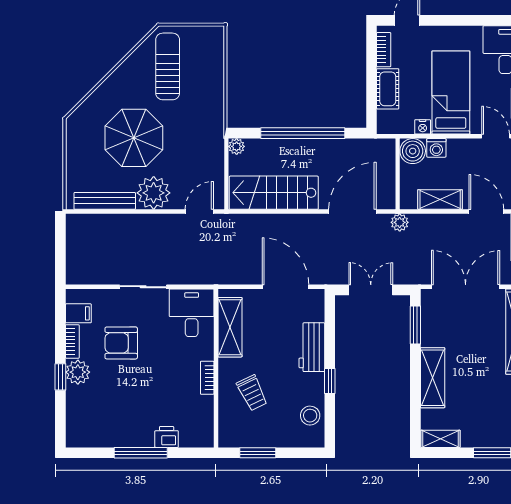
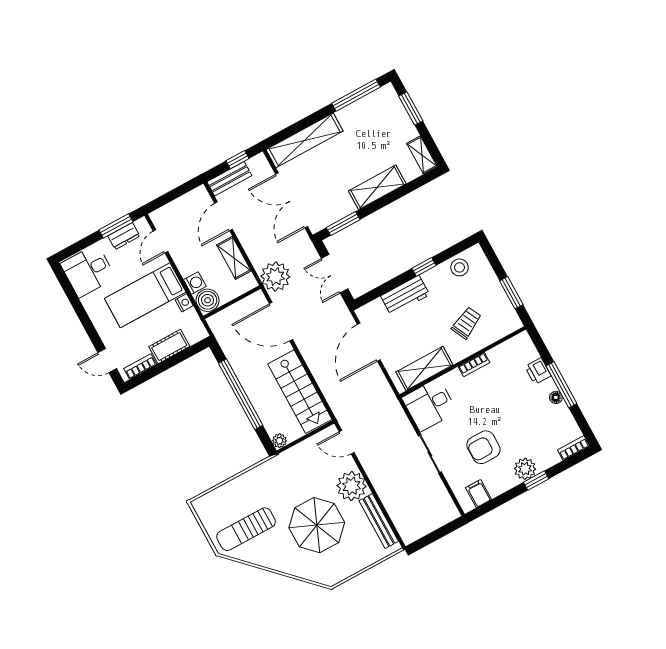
plant: (400, 222) -> (275, 277), width x1.87, depth x1.87
bookcase: (72, 341) -> (573, 448), moved
armchair: (121, 343) -> (483, 447), turned 90
floor lamp: (131, 440) -> (556, 397), added

